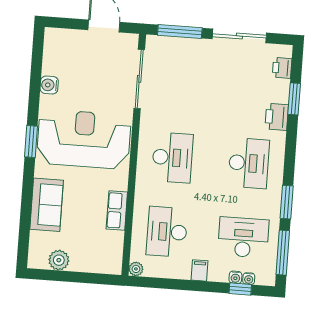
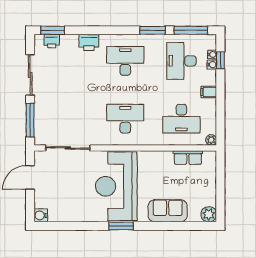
water cooler: (49, 85) -> (41, 215), moved, turned 90
window: (294, 99) -> (53, 30), moved
row of seats: (117, 210) -> (188, 158), moved
plant: (59, 260) -> (209, 214), moved

